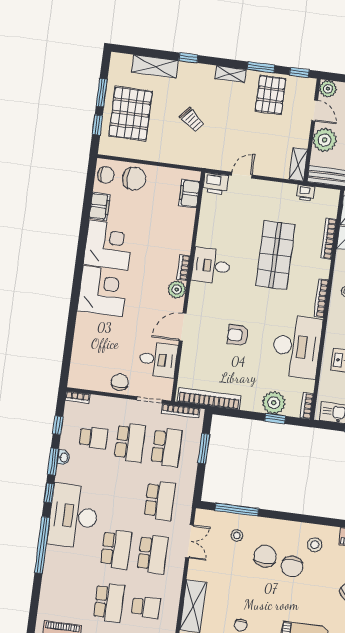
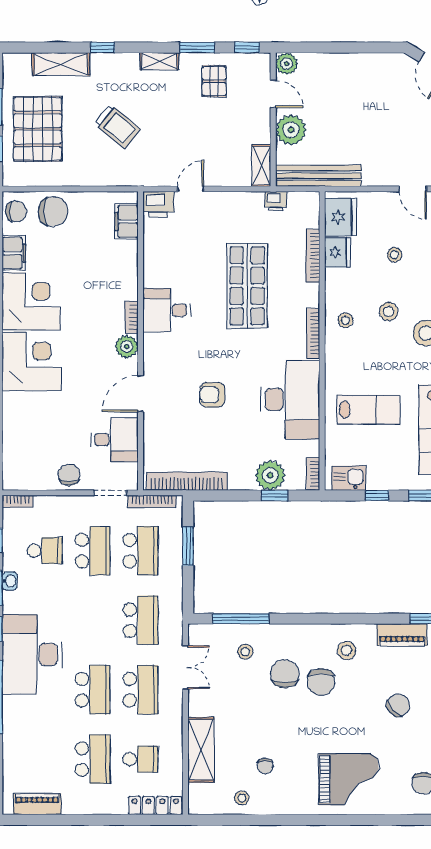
pallet: (271, 95) -> (214, 81), width x0.67, depth x0.71
trolley: (192, 120) -> (117, 126), width x1.36, depth x1.39

